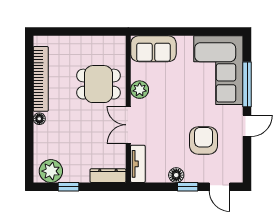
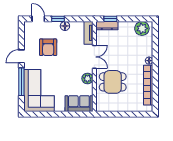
window: (69, 187) -> (110, 19), moved

